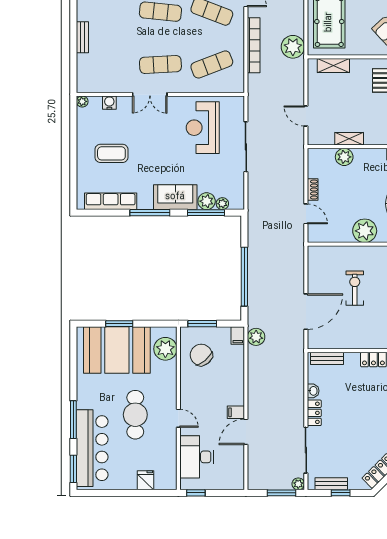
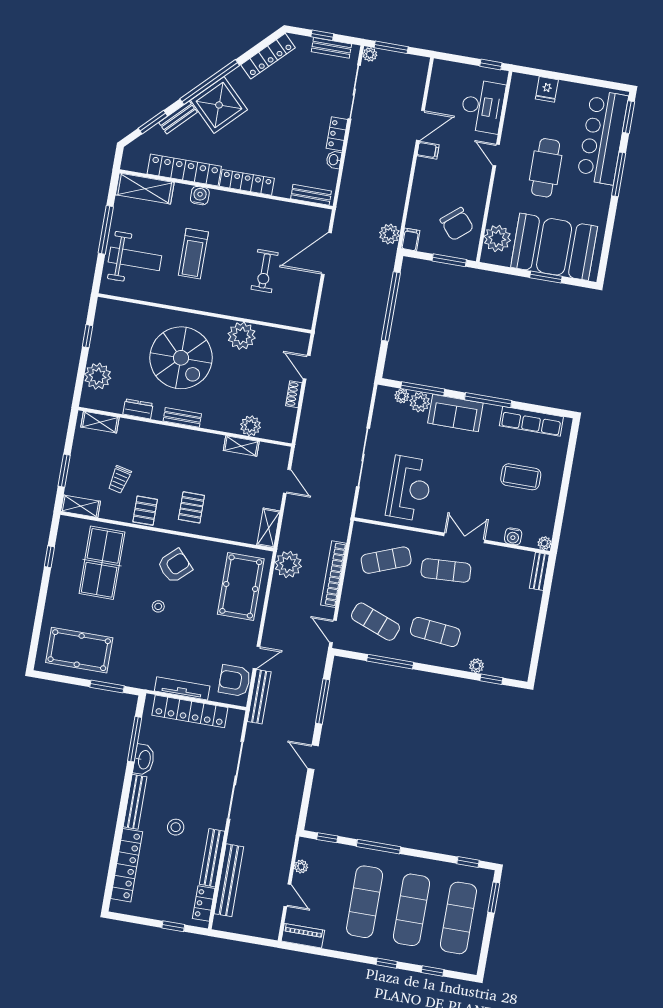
bench: (82, 37) -> (539, 571), moved
shelving: (333, 65) -> (268, 528), moved, turned 90

